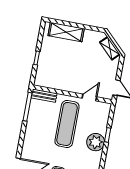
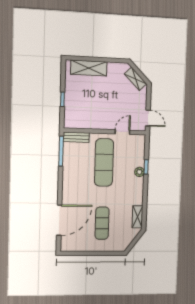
plant: (96, 142) -> (139, 172), width x0.53, depth x0.53

